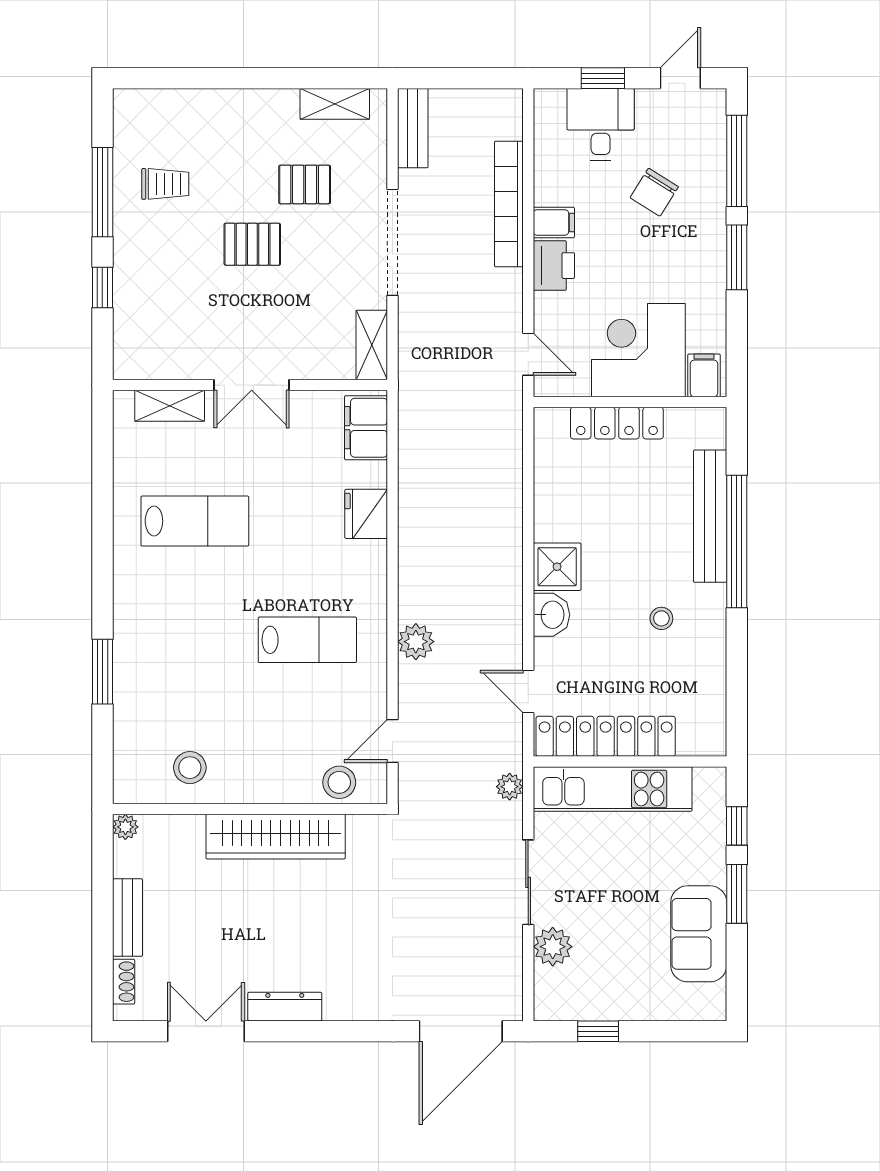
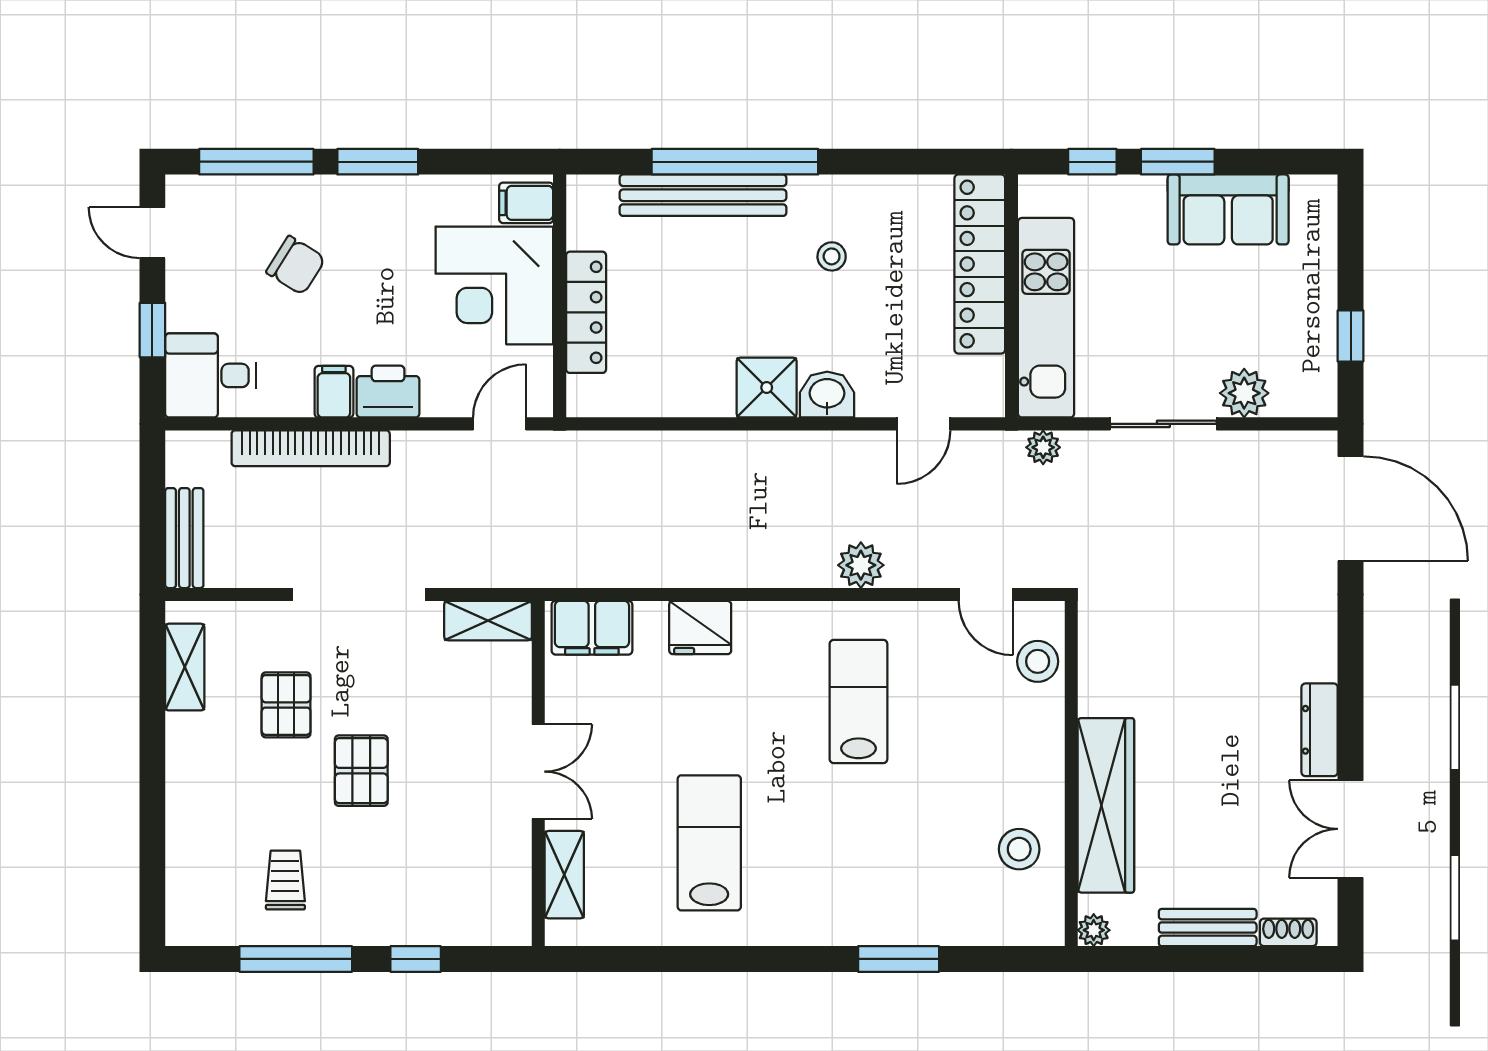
desk: (601, 124) -> (211, 375), moved
bench: (413, 128) -> (184, 538), moved, turned 90
locker: (606, 736) -> (980, 264), moved
wardrobe: (276, 837) -> (1106, 805), moved

